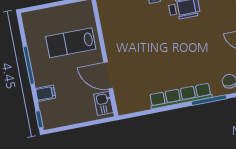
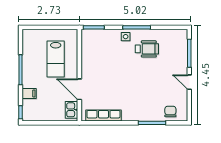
lab bench: (71, 43) -> (56, 59), turned -90
row of seats: (181, 96) -> (103, 116), moved, width x0.73

